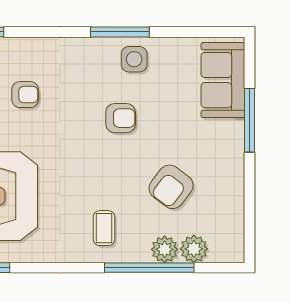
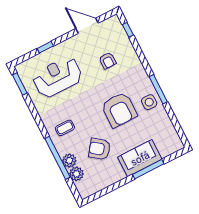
sofa: (223, 80) -> (140, 158), moved
armchair: (121, 118) -> (119, 110), width x1.88, depth x1.88

